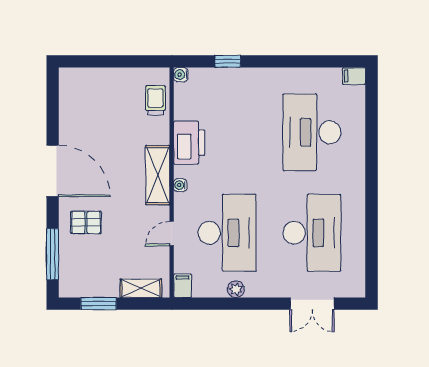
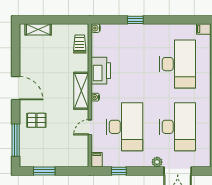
window: (228, 61) -> (135, 20), moved
desk: (312, 132) -> (177, 64), turned 180
door: (53, 171) -> (16, 88), width x0.73
shelving: (141, 288) -> (38, 29), moved
plant: (236, 289) -> (157, 162), moved
window: (218, 304) -> (119, 171), added

